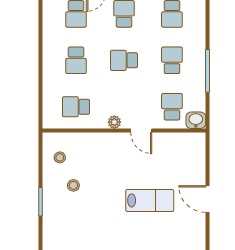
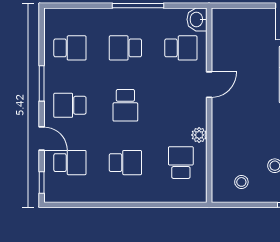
school desk: (76, 107) -> (181, 163), turned 180
school desk: (172, 107) -> (181, 48), turned 180
plant: (114, 122) -> (199, 135), moved

